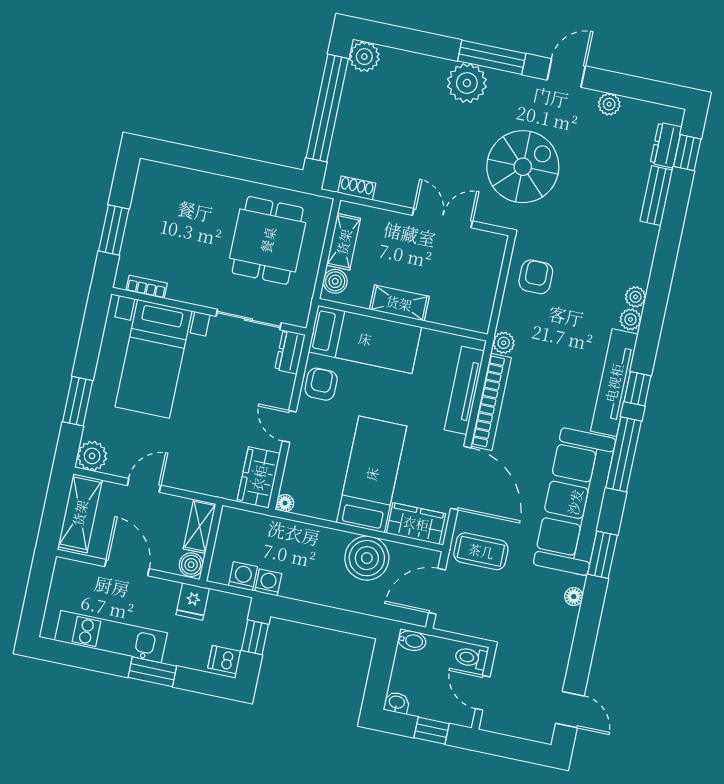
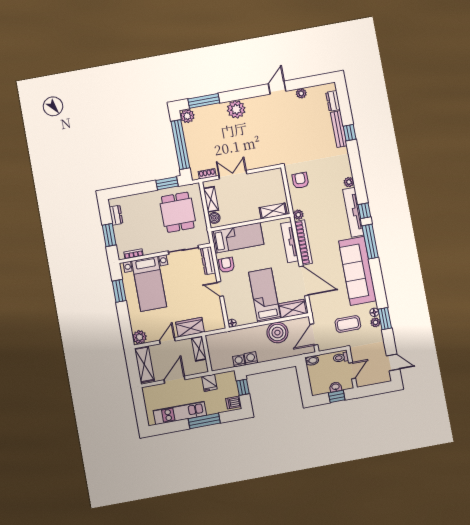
window: (492, 57) -> (204, 101), moved
window: (687, 153) -> (350, 133), moved
spiral stairs: (523, 167) -> (275, 135), removed
window: (270, 174) -> (167, 183), added
dresser: (143, 196) -> (116, 215), added
bench: (656, 196) -> (339, 129), width x1.36
double door: (442, 218) -> (233, 175), moved
plant: (636, 297) -> (376, 322), moved
shelving: (399, 303) -> (273, 211), moved
dresser: (290, 352) -> (208, 261), width x1.44
window: (78, 401) -> (119, 291), moved
wardrobe: (259, 478) -> (190, 327), moved, turned 90
coffee table: (481, 551) -> (348, 324), moved
window: (603, 555) -> (385, 319), moved
boiler: (191, 565) -> (202, 367), removed
door: (127, 568) -> (175, 380), hinge flipped
washing machine: (243, 576) -> (251, 358), moved
window: (152, 672) -> (204, 421), width x1.44
door: (483, 693) -> (352, 371), swing flipped
washbasin: (397, 703) -> (336, 387), moved

